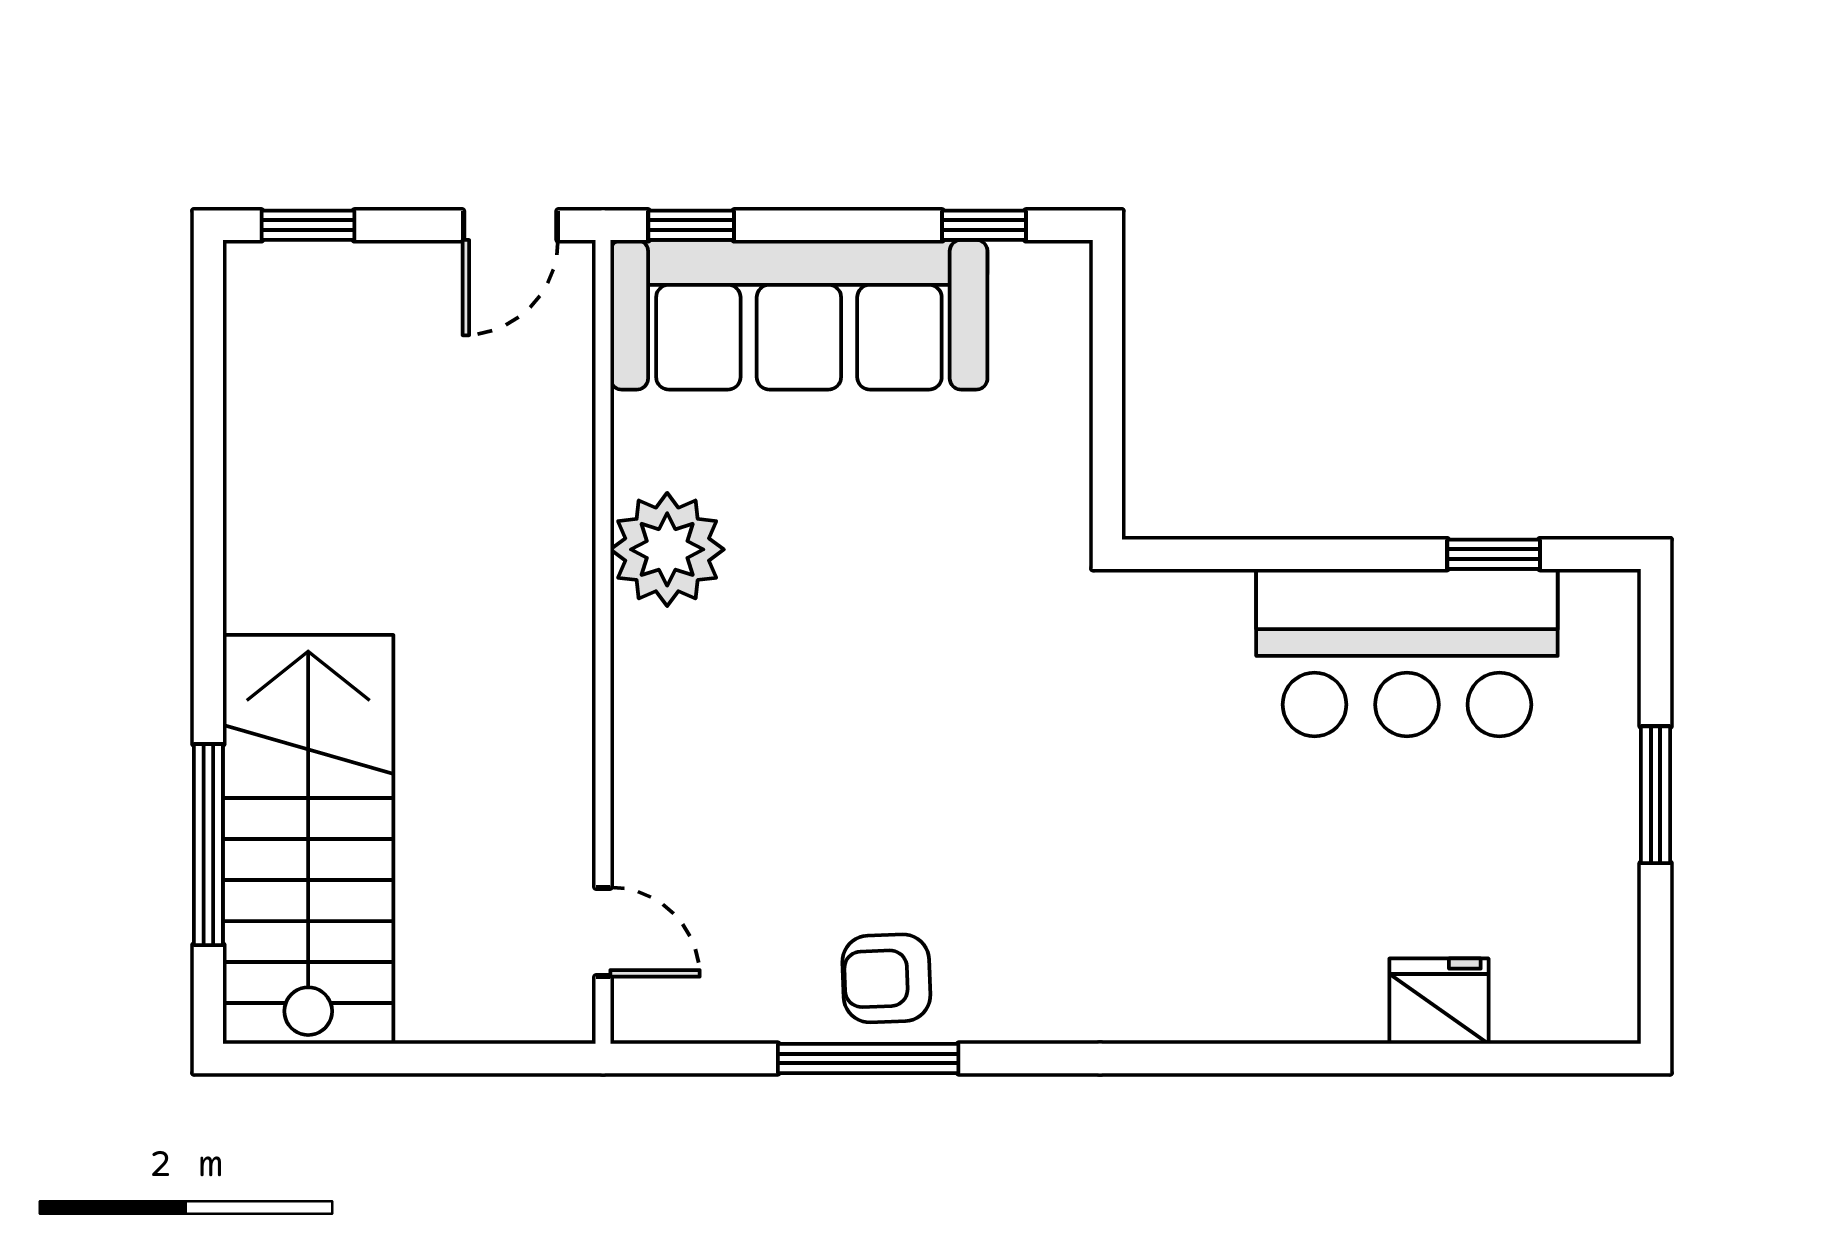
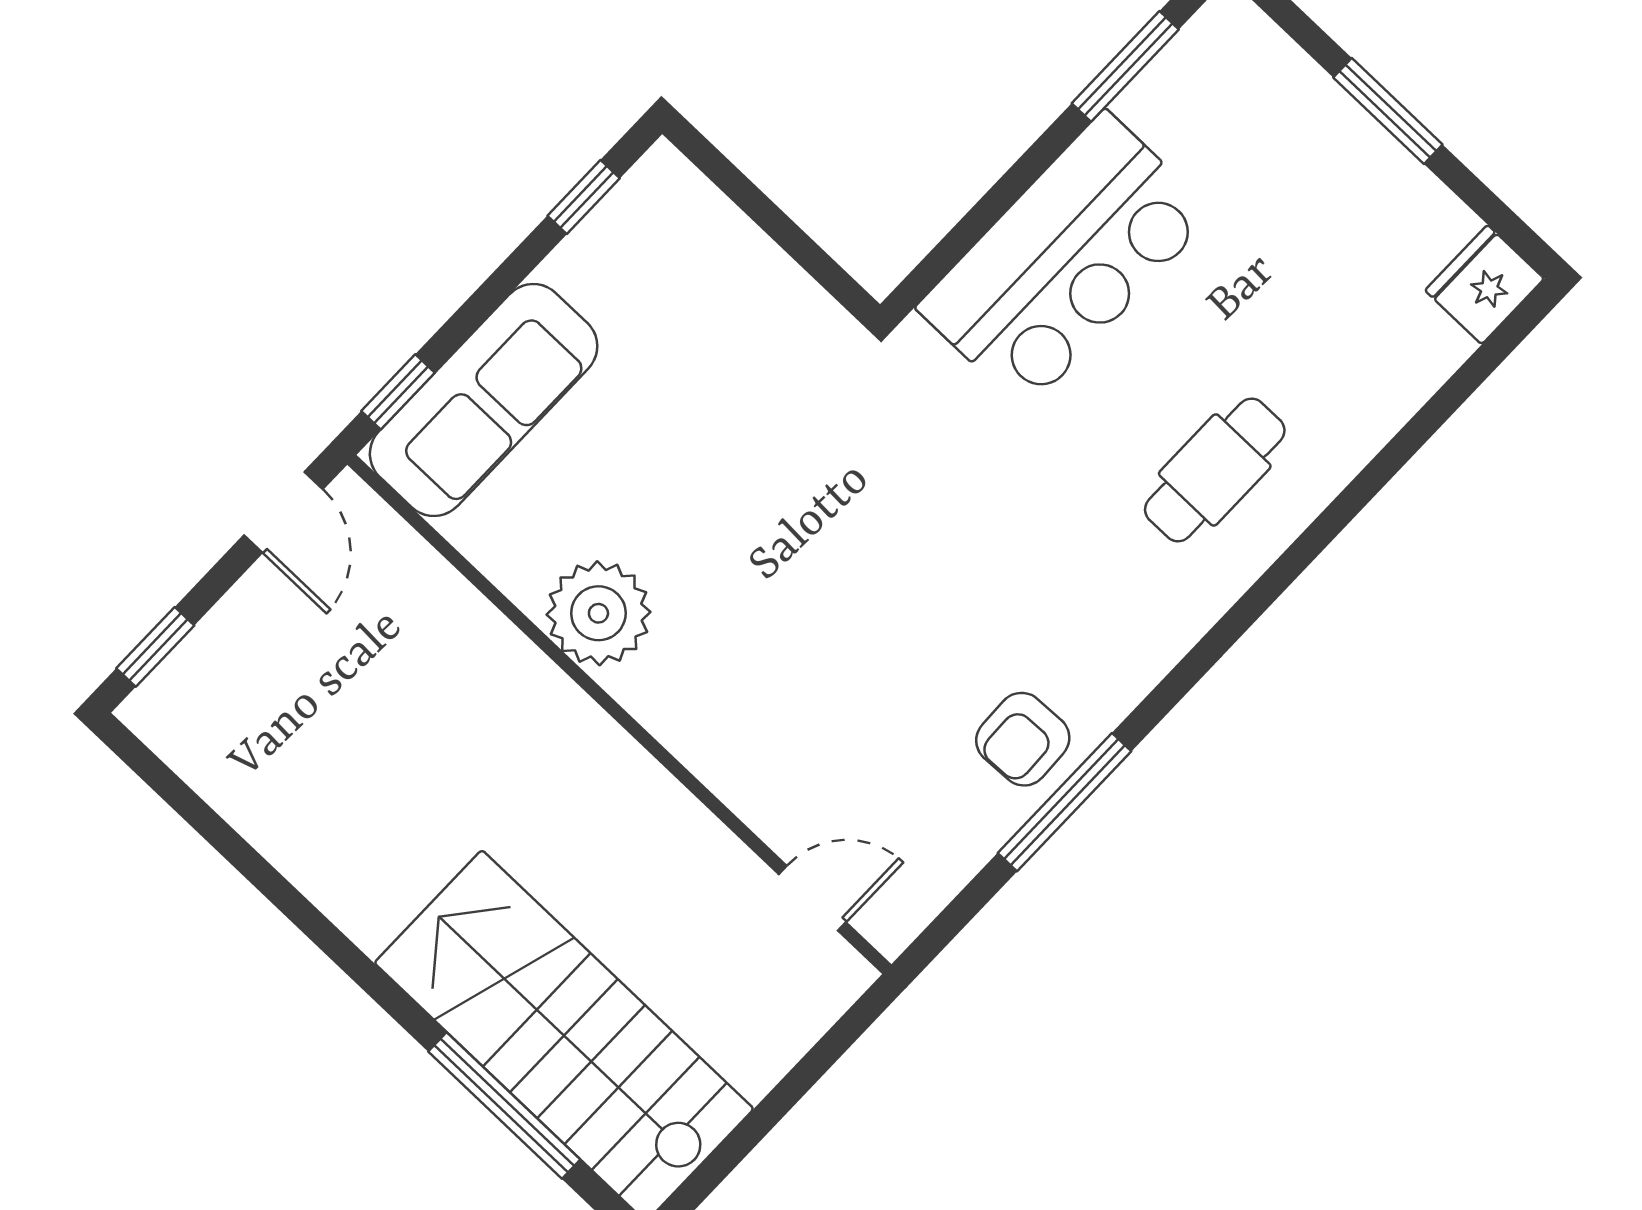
sofa: (799, 315) -> (484, 400), width x0.74, depth x0.79
window: (1494, 554) -> (1125, 66), width x1.50
bar counter: (1407, 653) -> (1065, 261), moved
cafe table: (1243, 928) -> (1215, 470), added
fridge: (1439, 1001) -> (1485, 285), moved

